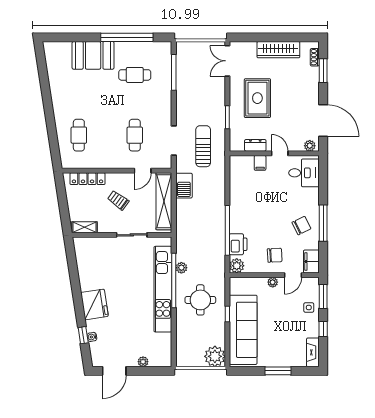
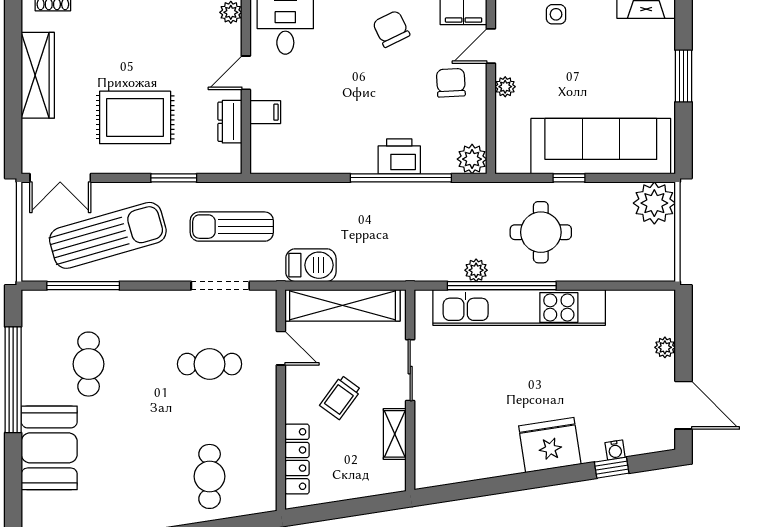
sun lounger: (199, 85) -> (108, 235), added
cafe table: (79, 135) -> (210, 476), turned 90
shelving: (84, 227) -> (395, 434), moved
printer: (238, 244) -> (399, 156), moved
door: (293, 275) -> (491, 46), swing flipped

